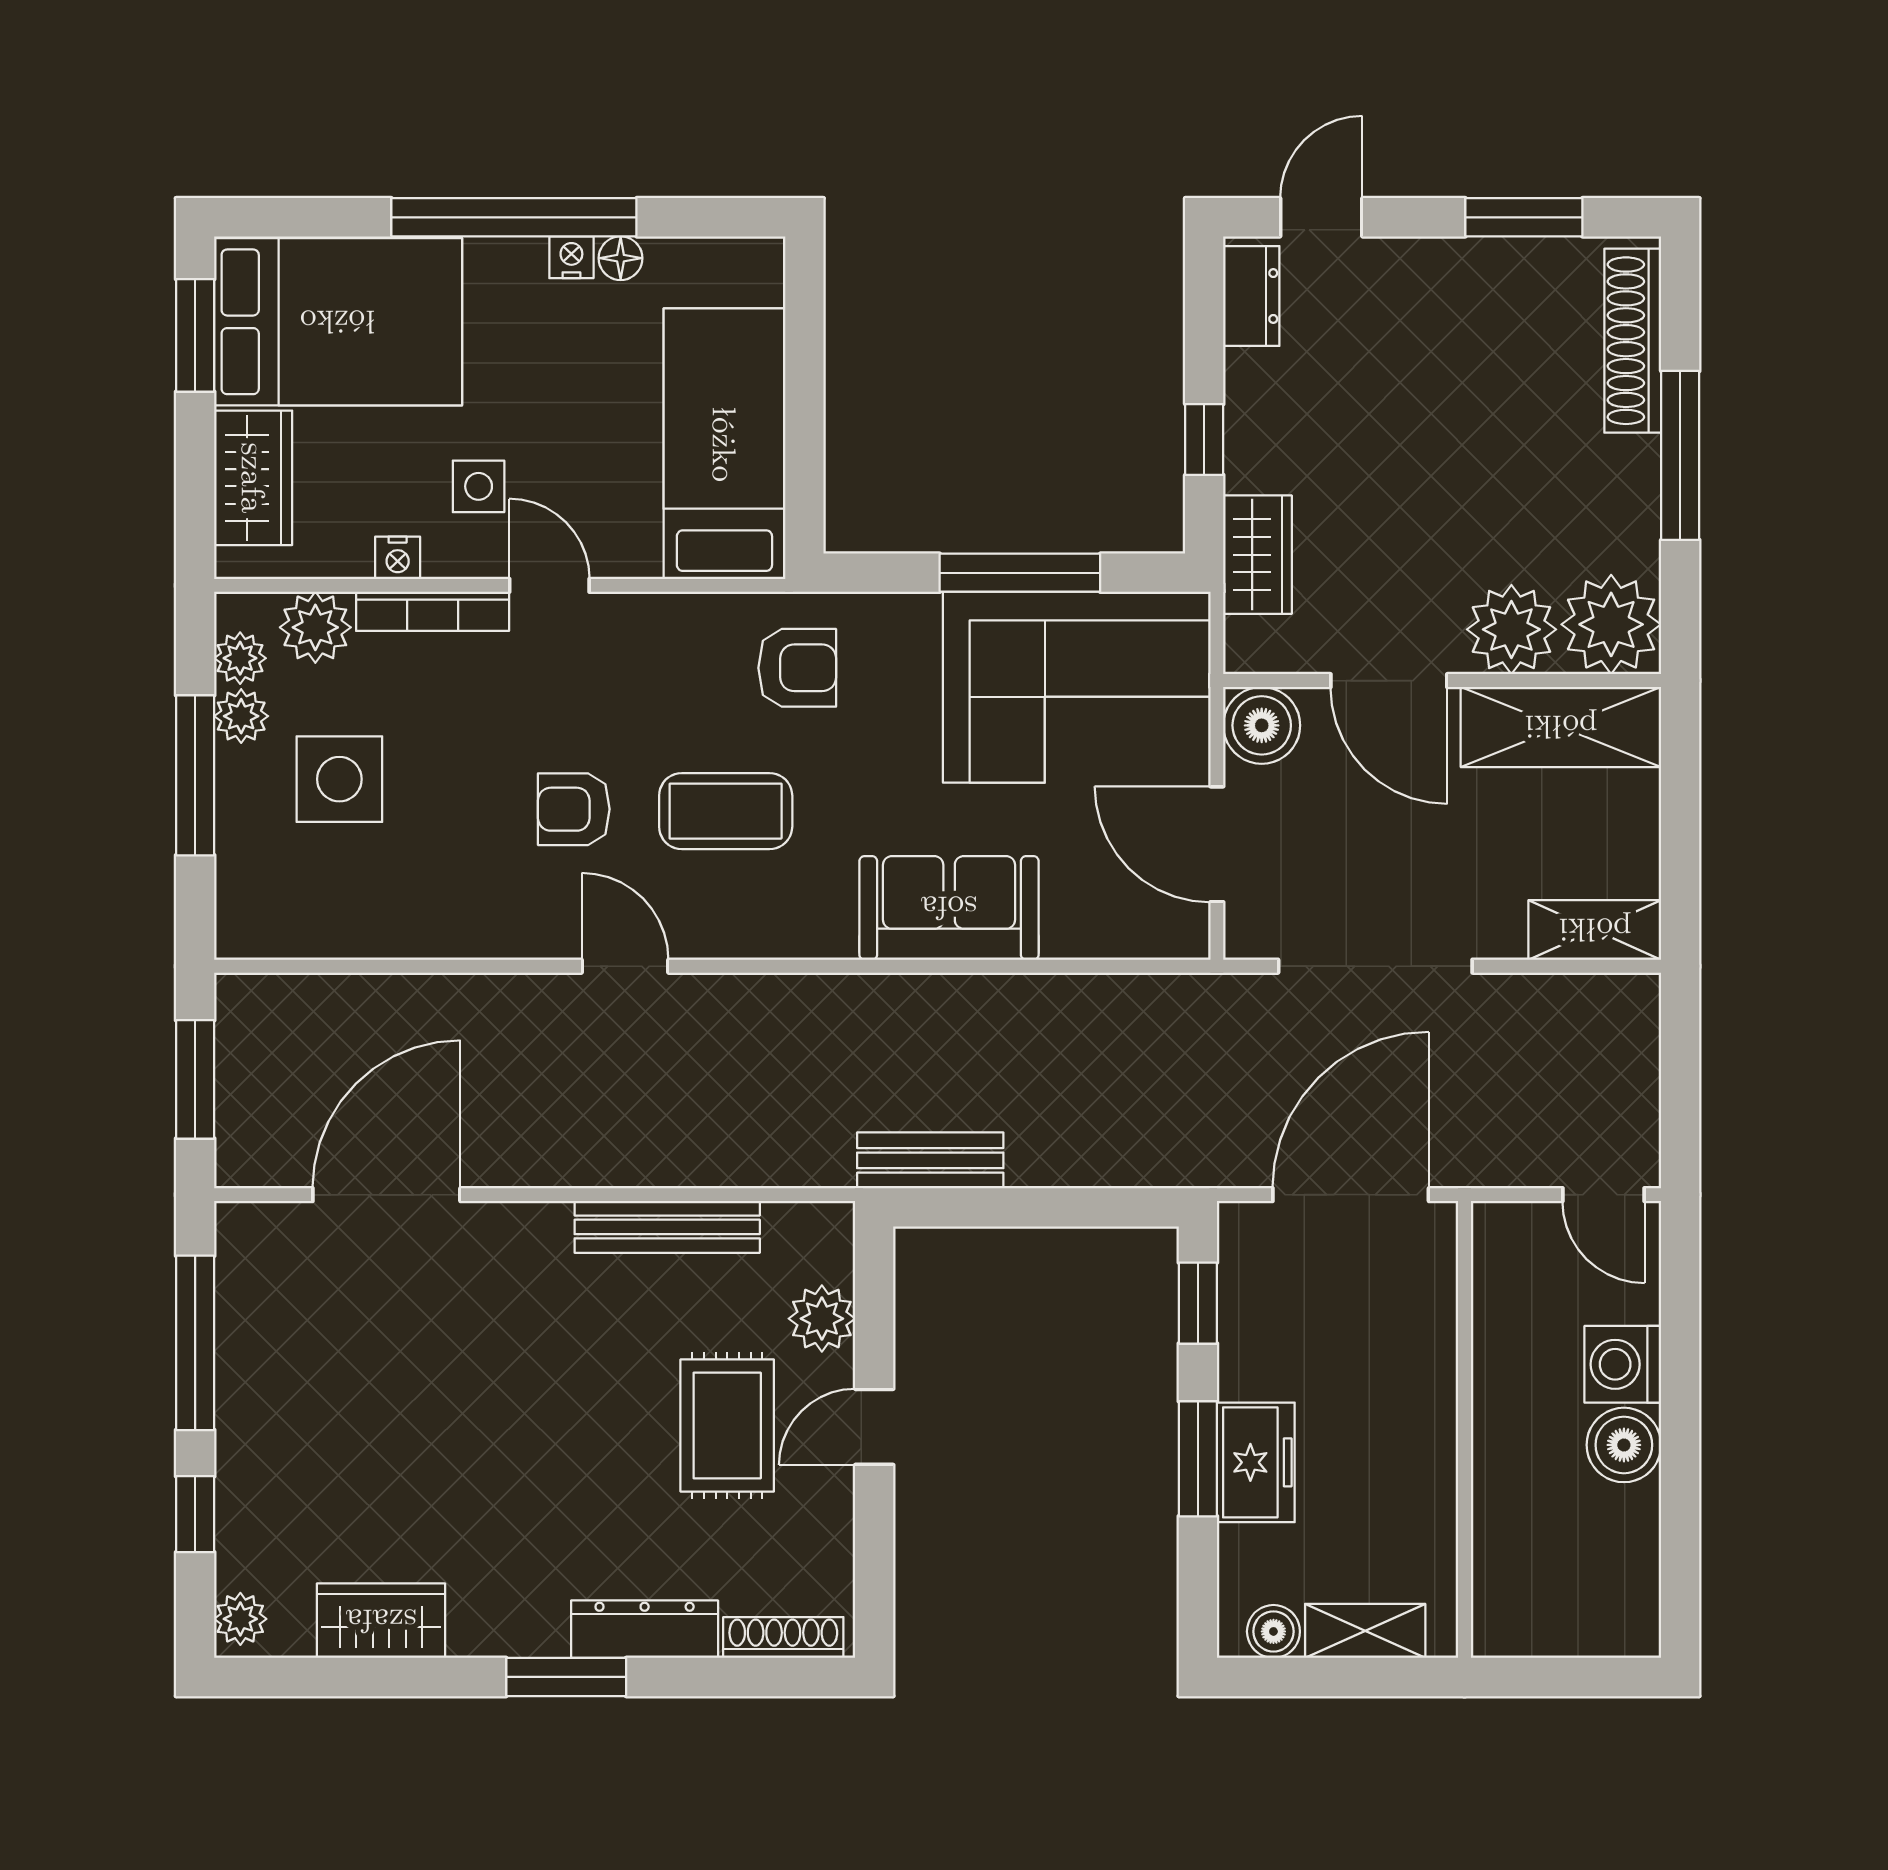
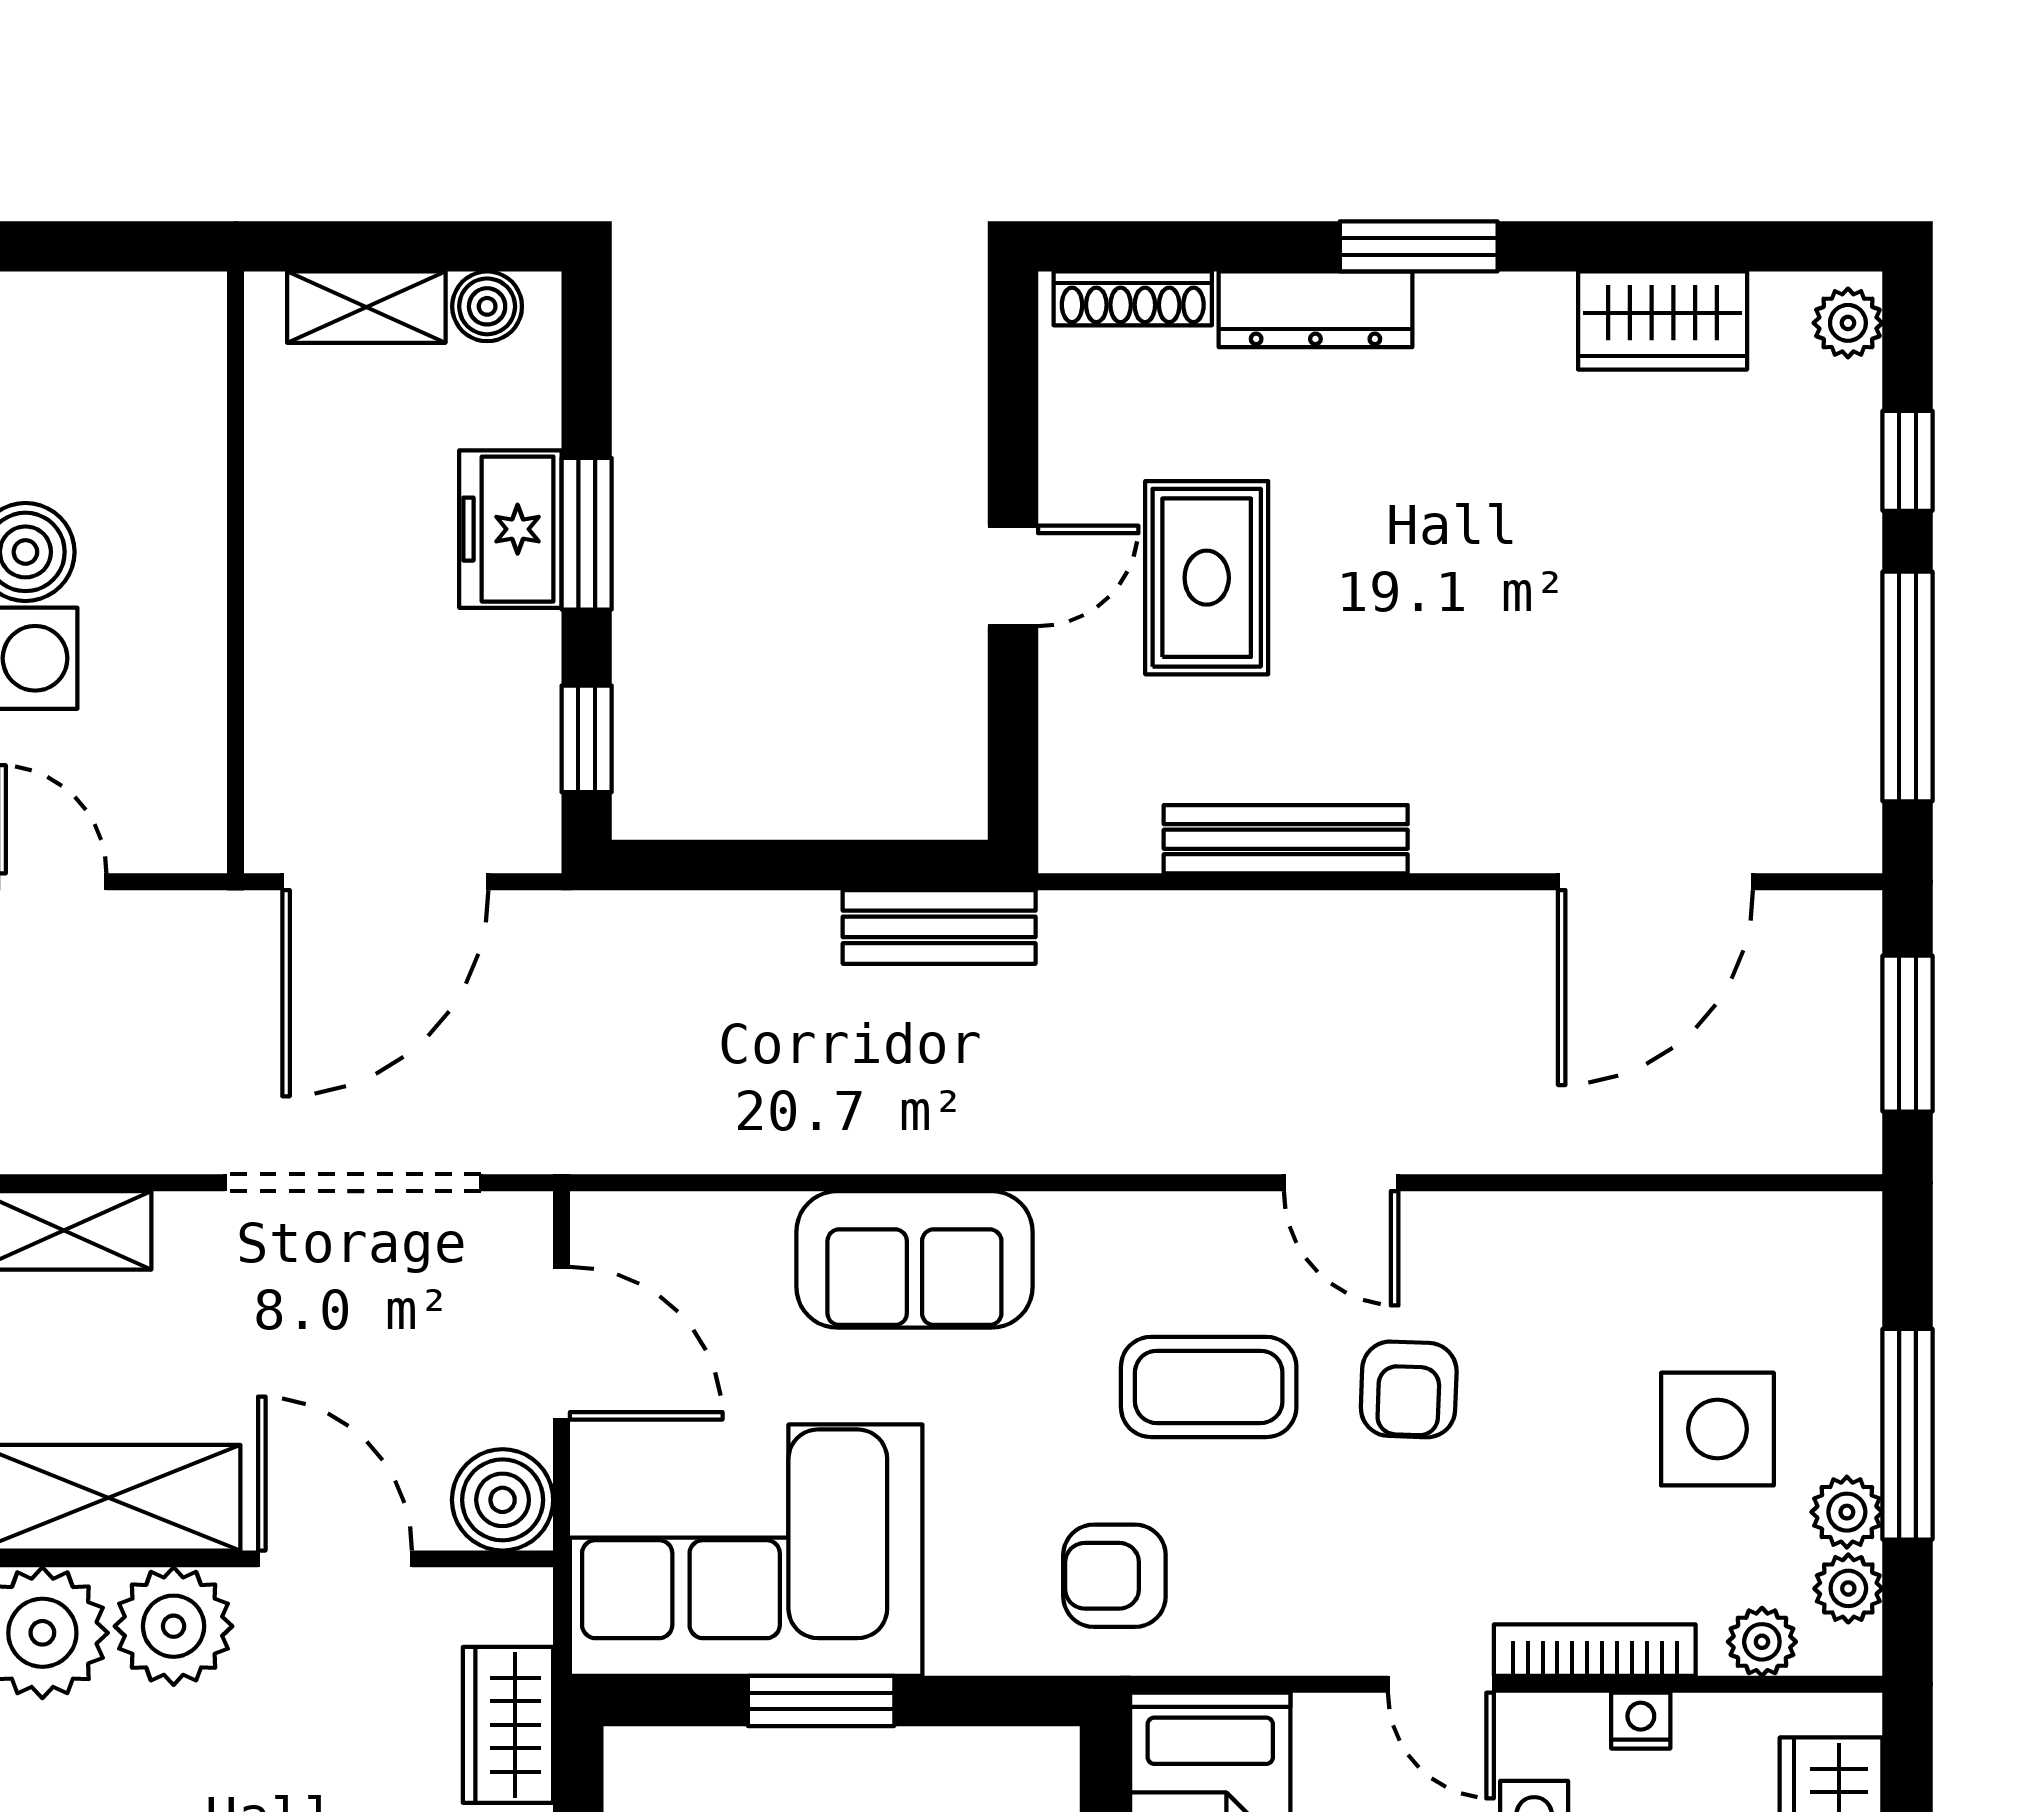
window: (1020, 573) -> (821, 1701), width x0.69
plant: (315, 627) -> (1762, 1642), width x0.73, depth x0.73
armchair: (574, 809) -> (1409, 1389), turned 92
plant: (822, 1319) -> (1082, 719), removed

